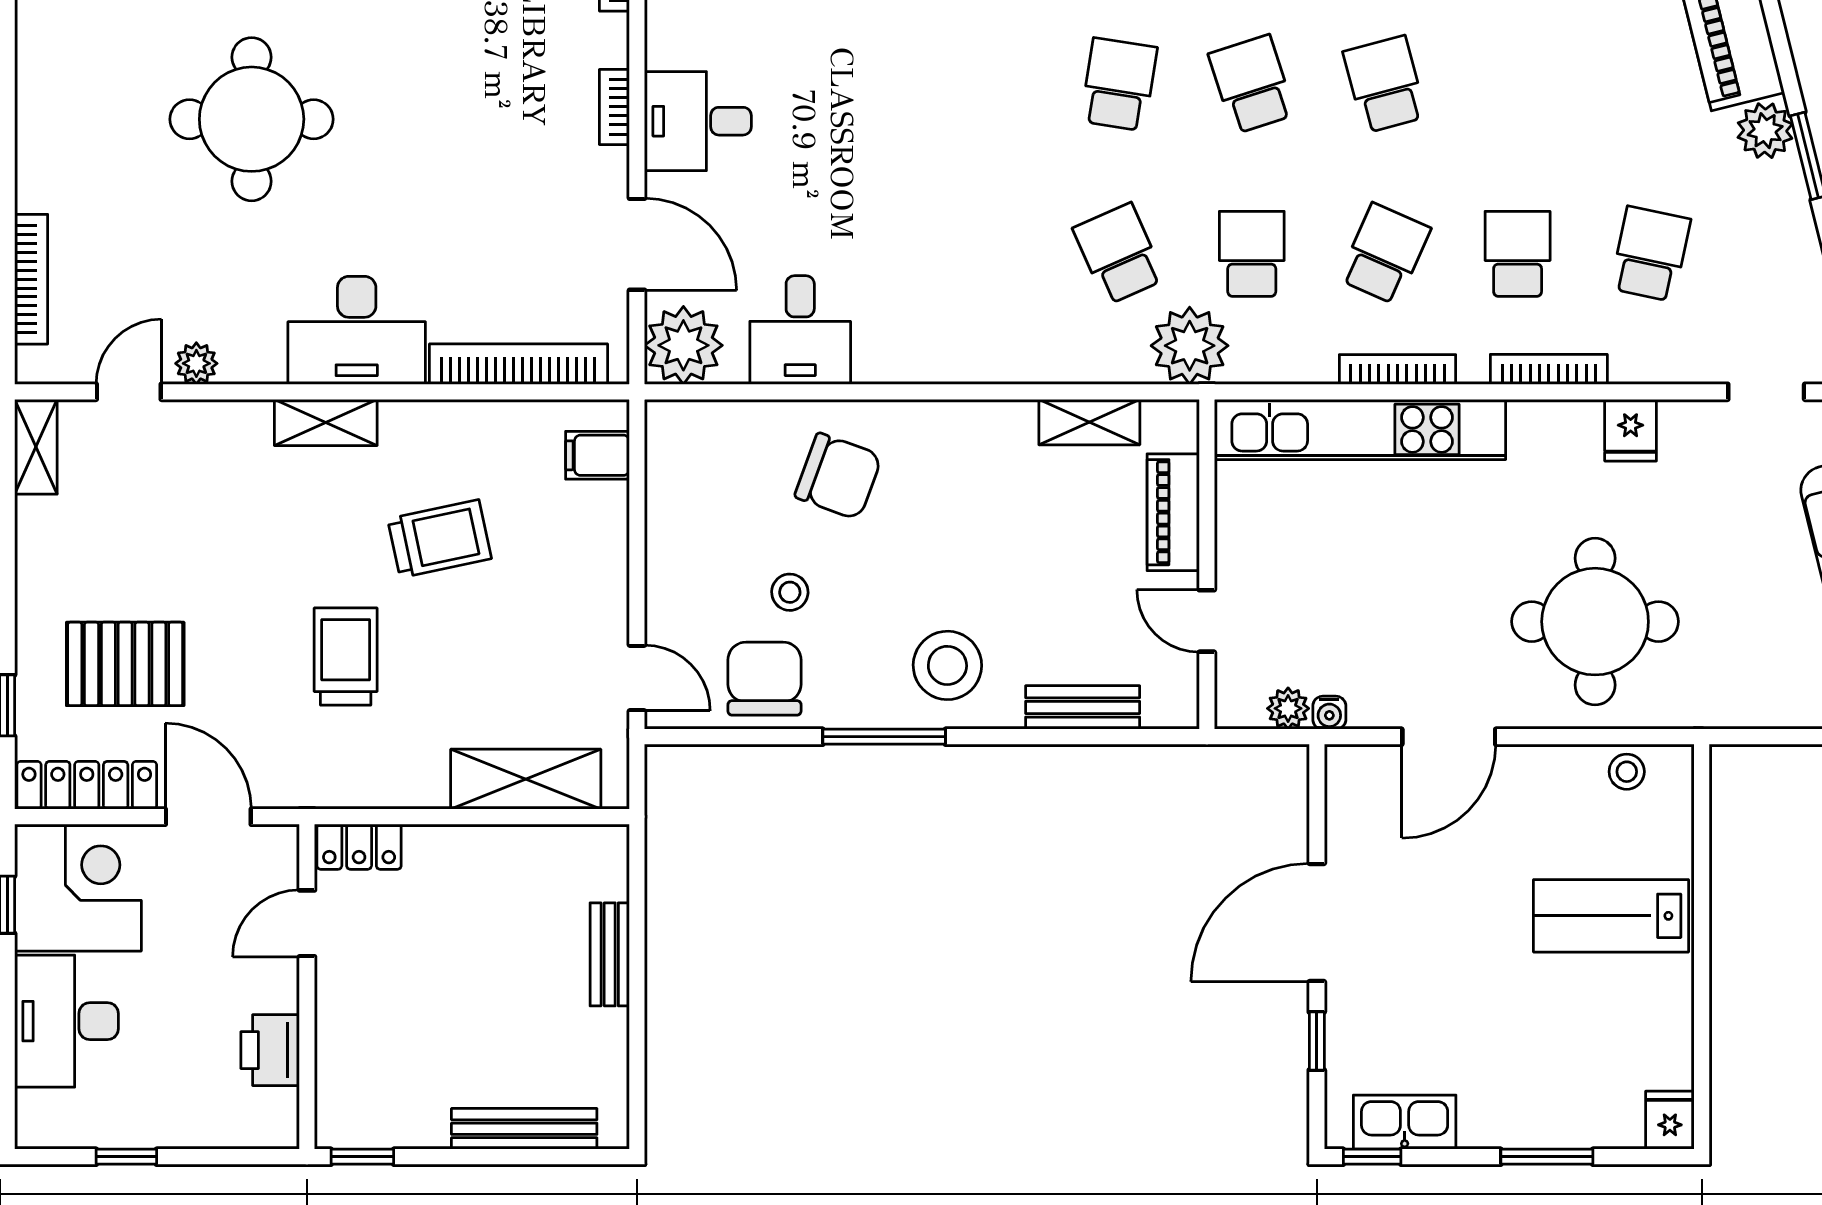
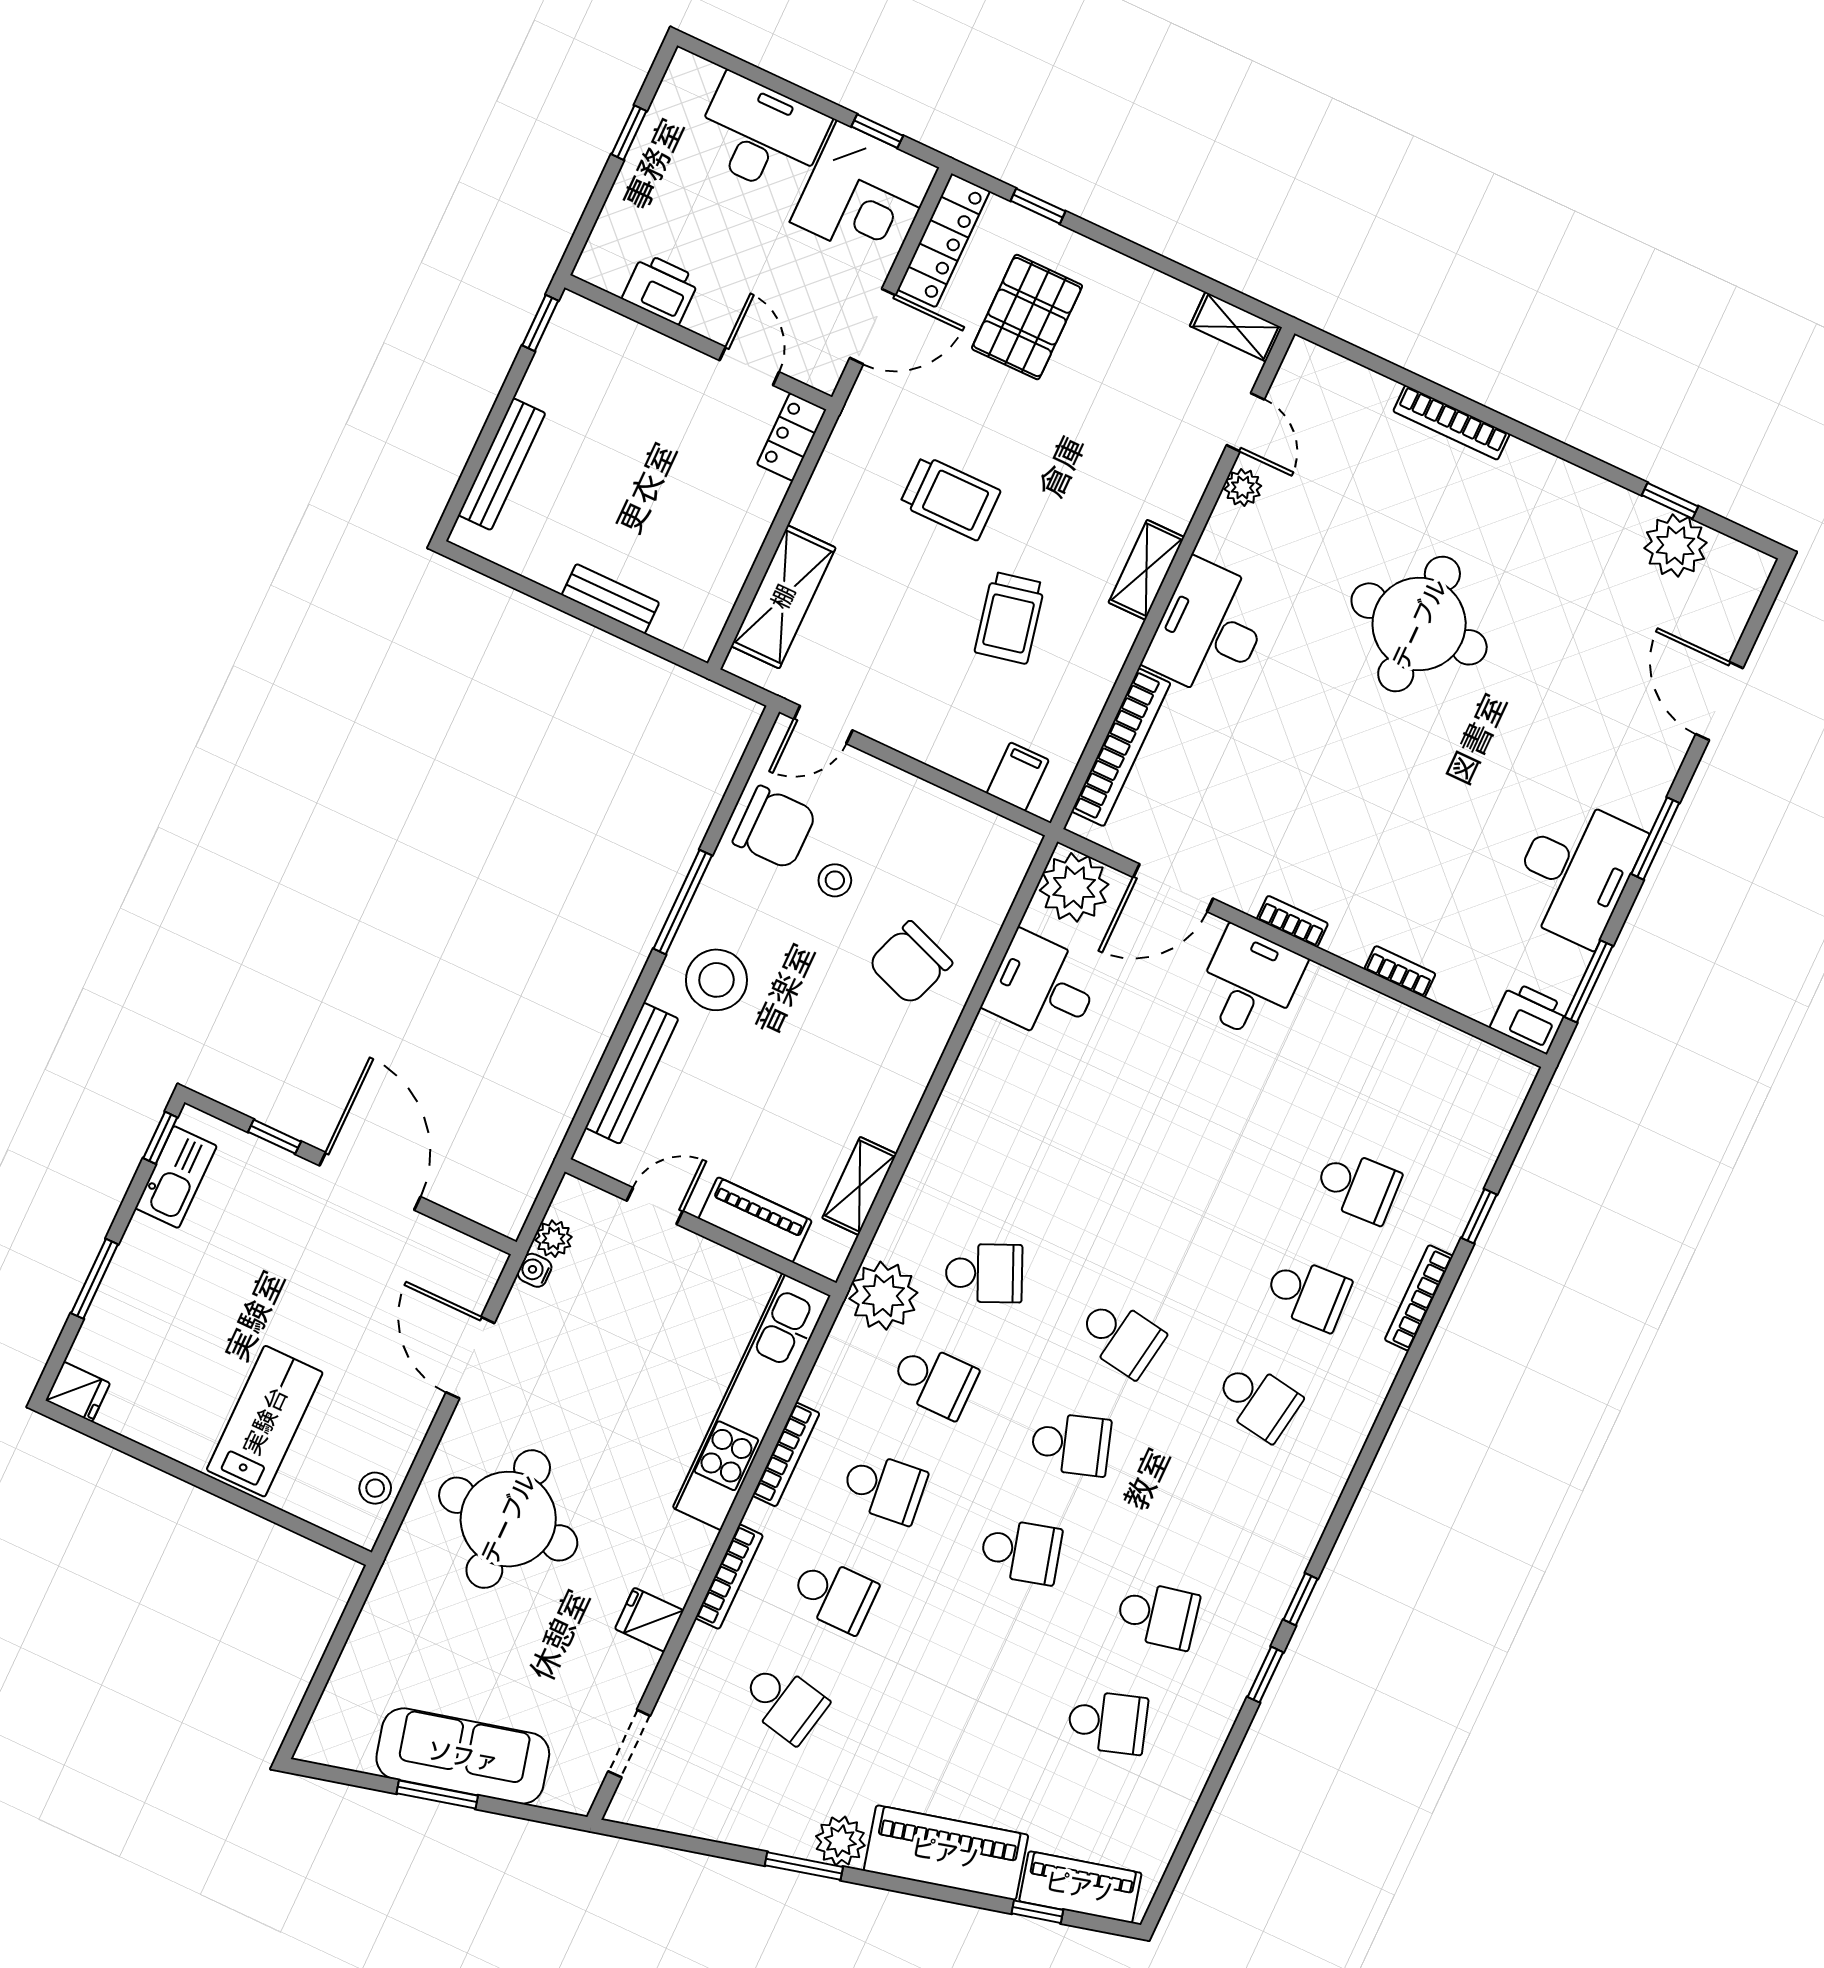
school desk: (1385, 254) -> (884, 1488), turned -30
bookcase: (31, 279) -> (1451, 423), moved
bench: (1083, 707) -> (632, 1073), width x1.36

